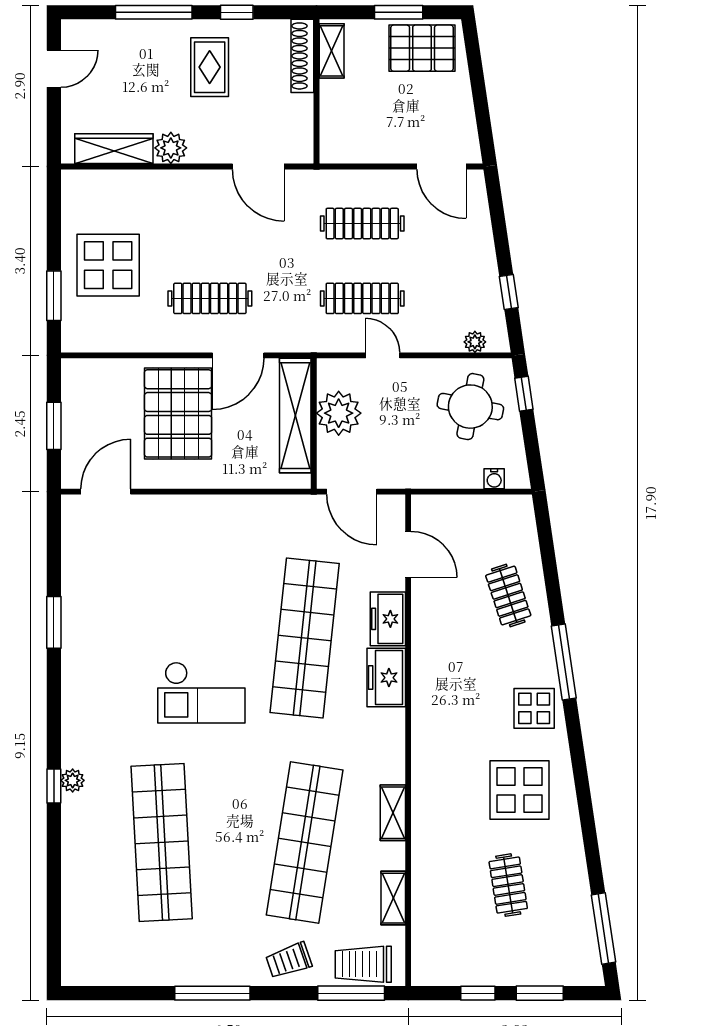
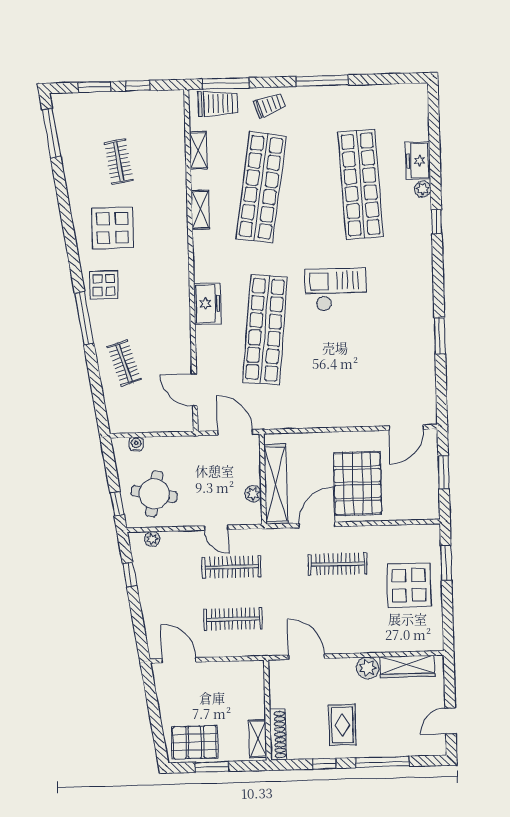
plant: (339, 413) -> (253, 494), width x0.53, depth x0.53
freezer: (388, 619) -> (418, 161), moved, turned 180
plant: (73, 780) -> (423, 189), moved

